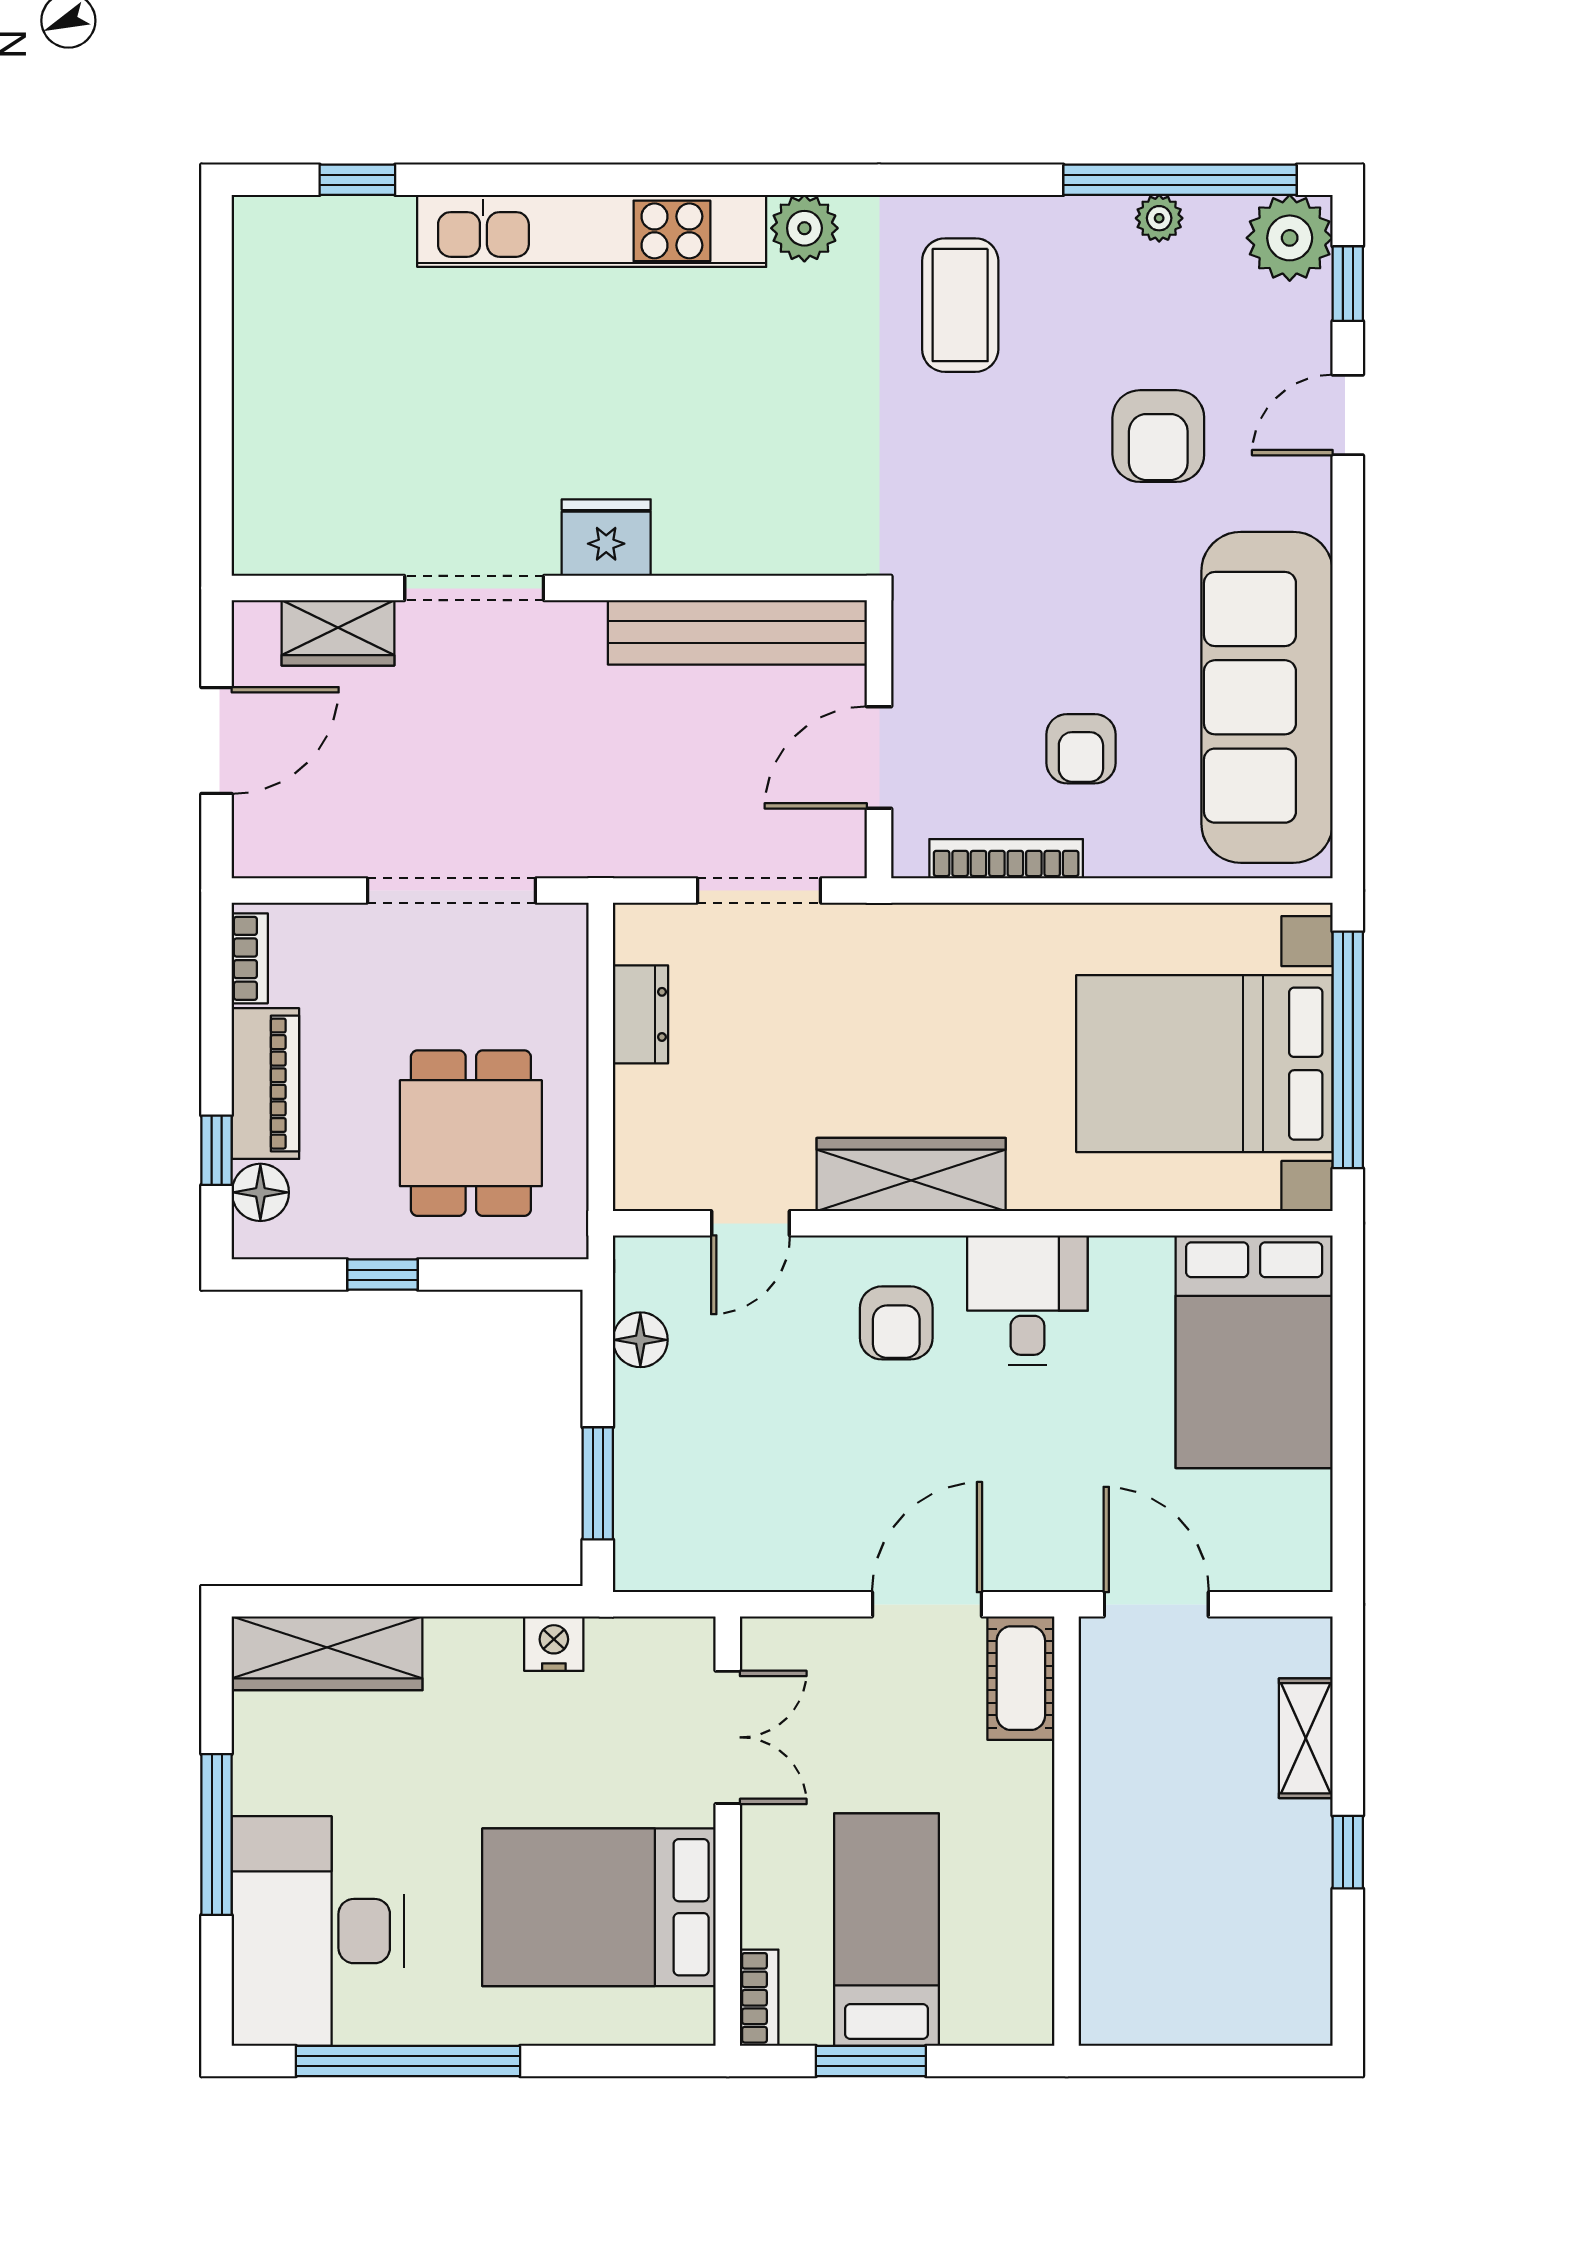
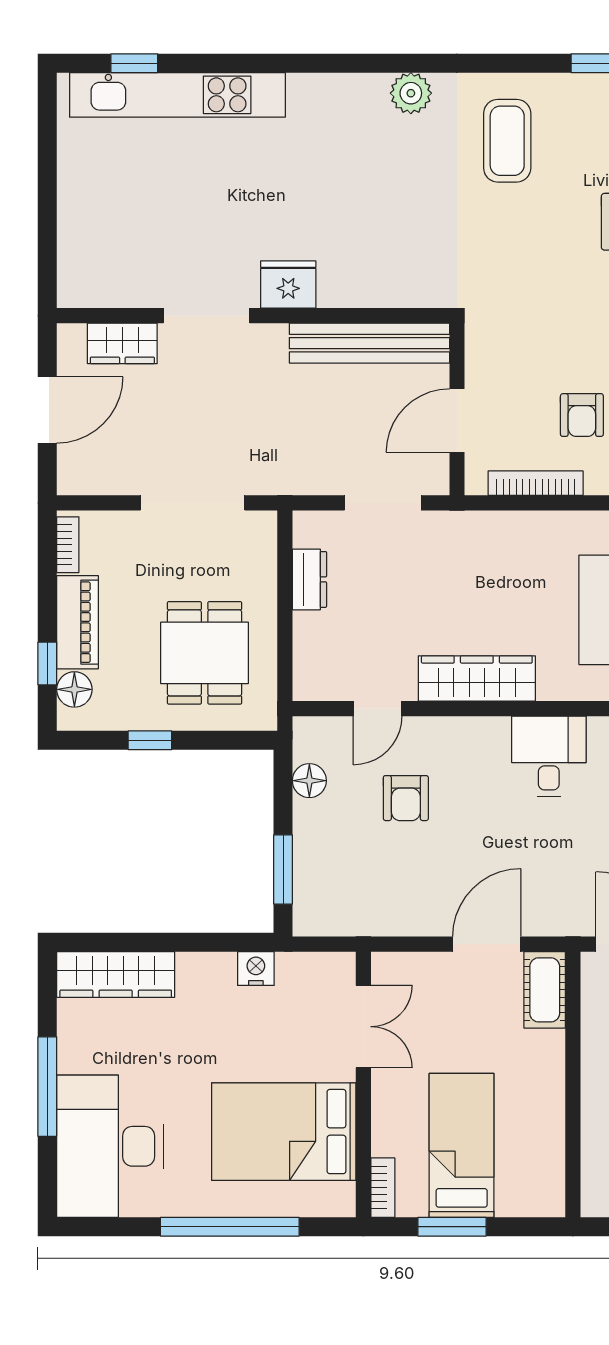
kitchen unit: (592, 231) -> (177, 95), moved
armchair: (896, 1323) -> (406, 798), moved
window: (408, 2061) -> (230, 1227), moved

